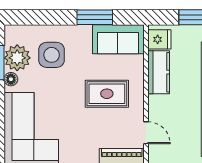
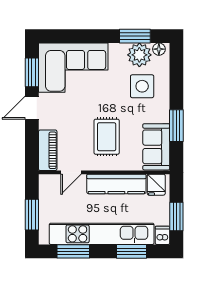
kitchen counter: (159, 72) -> (116, 184), width x1.50
floor lamp: (11, 79) -> (159, 49), moved

